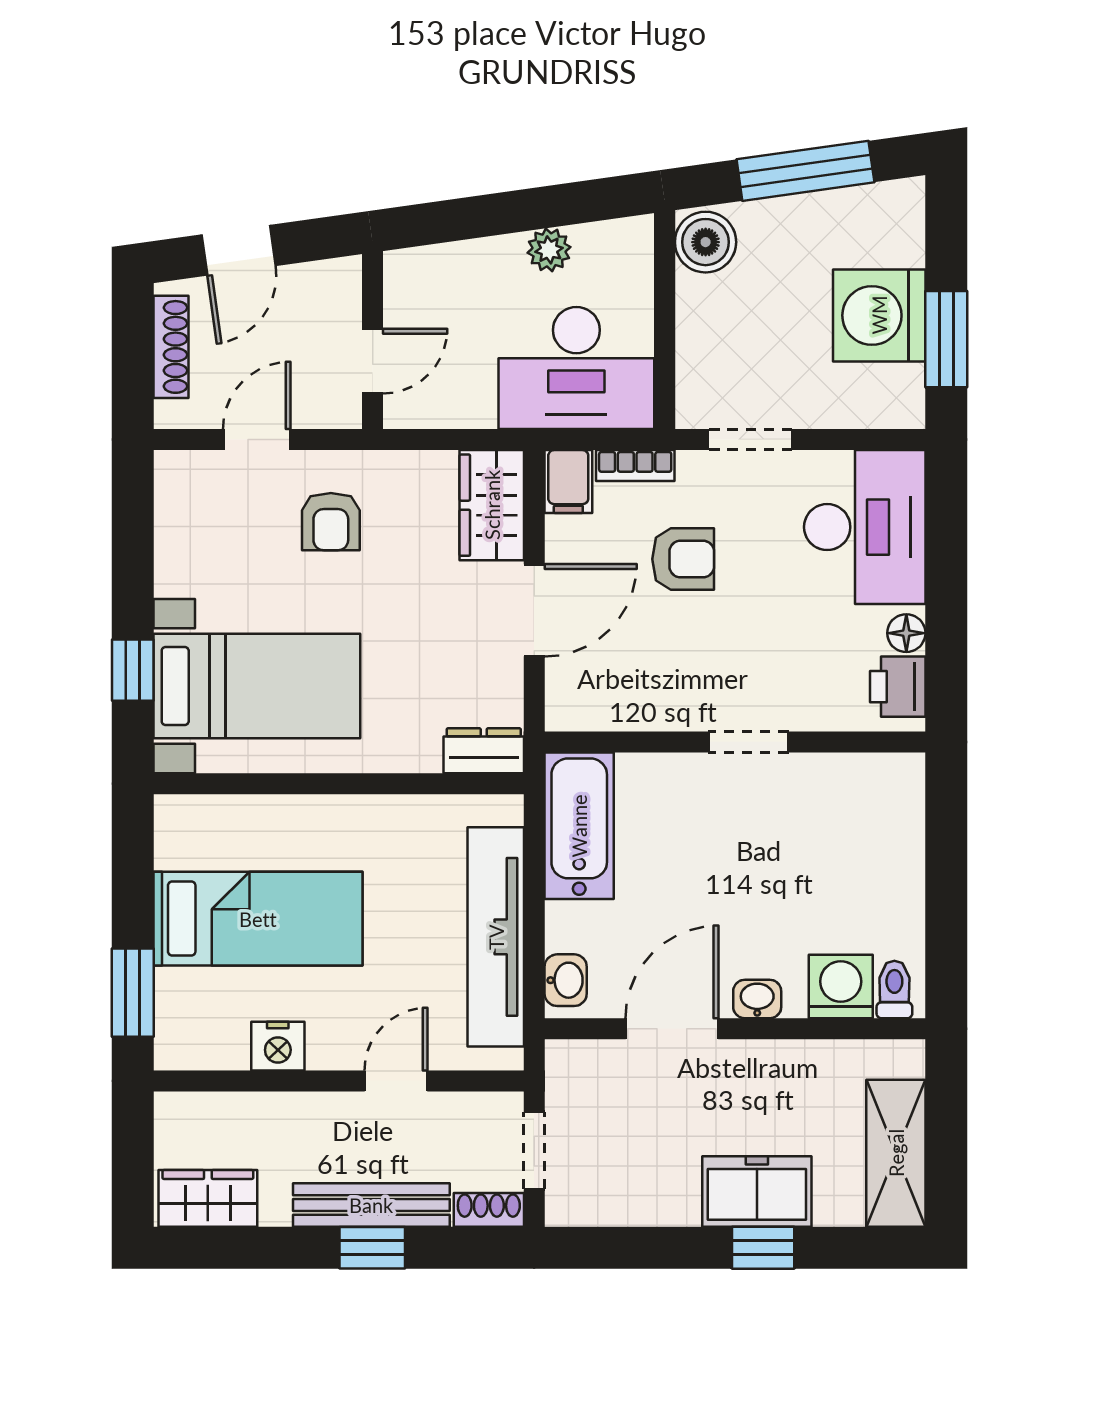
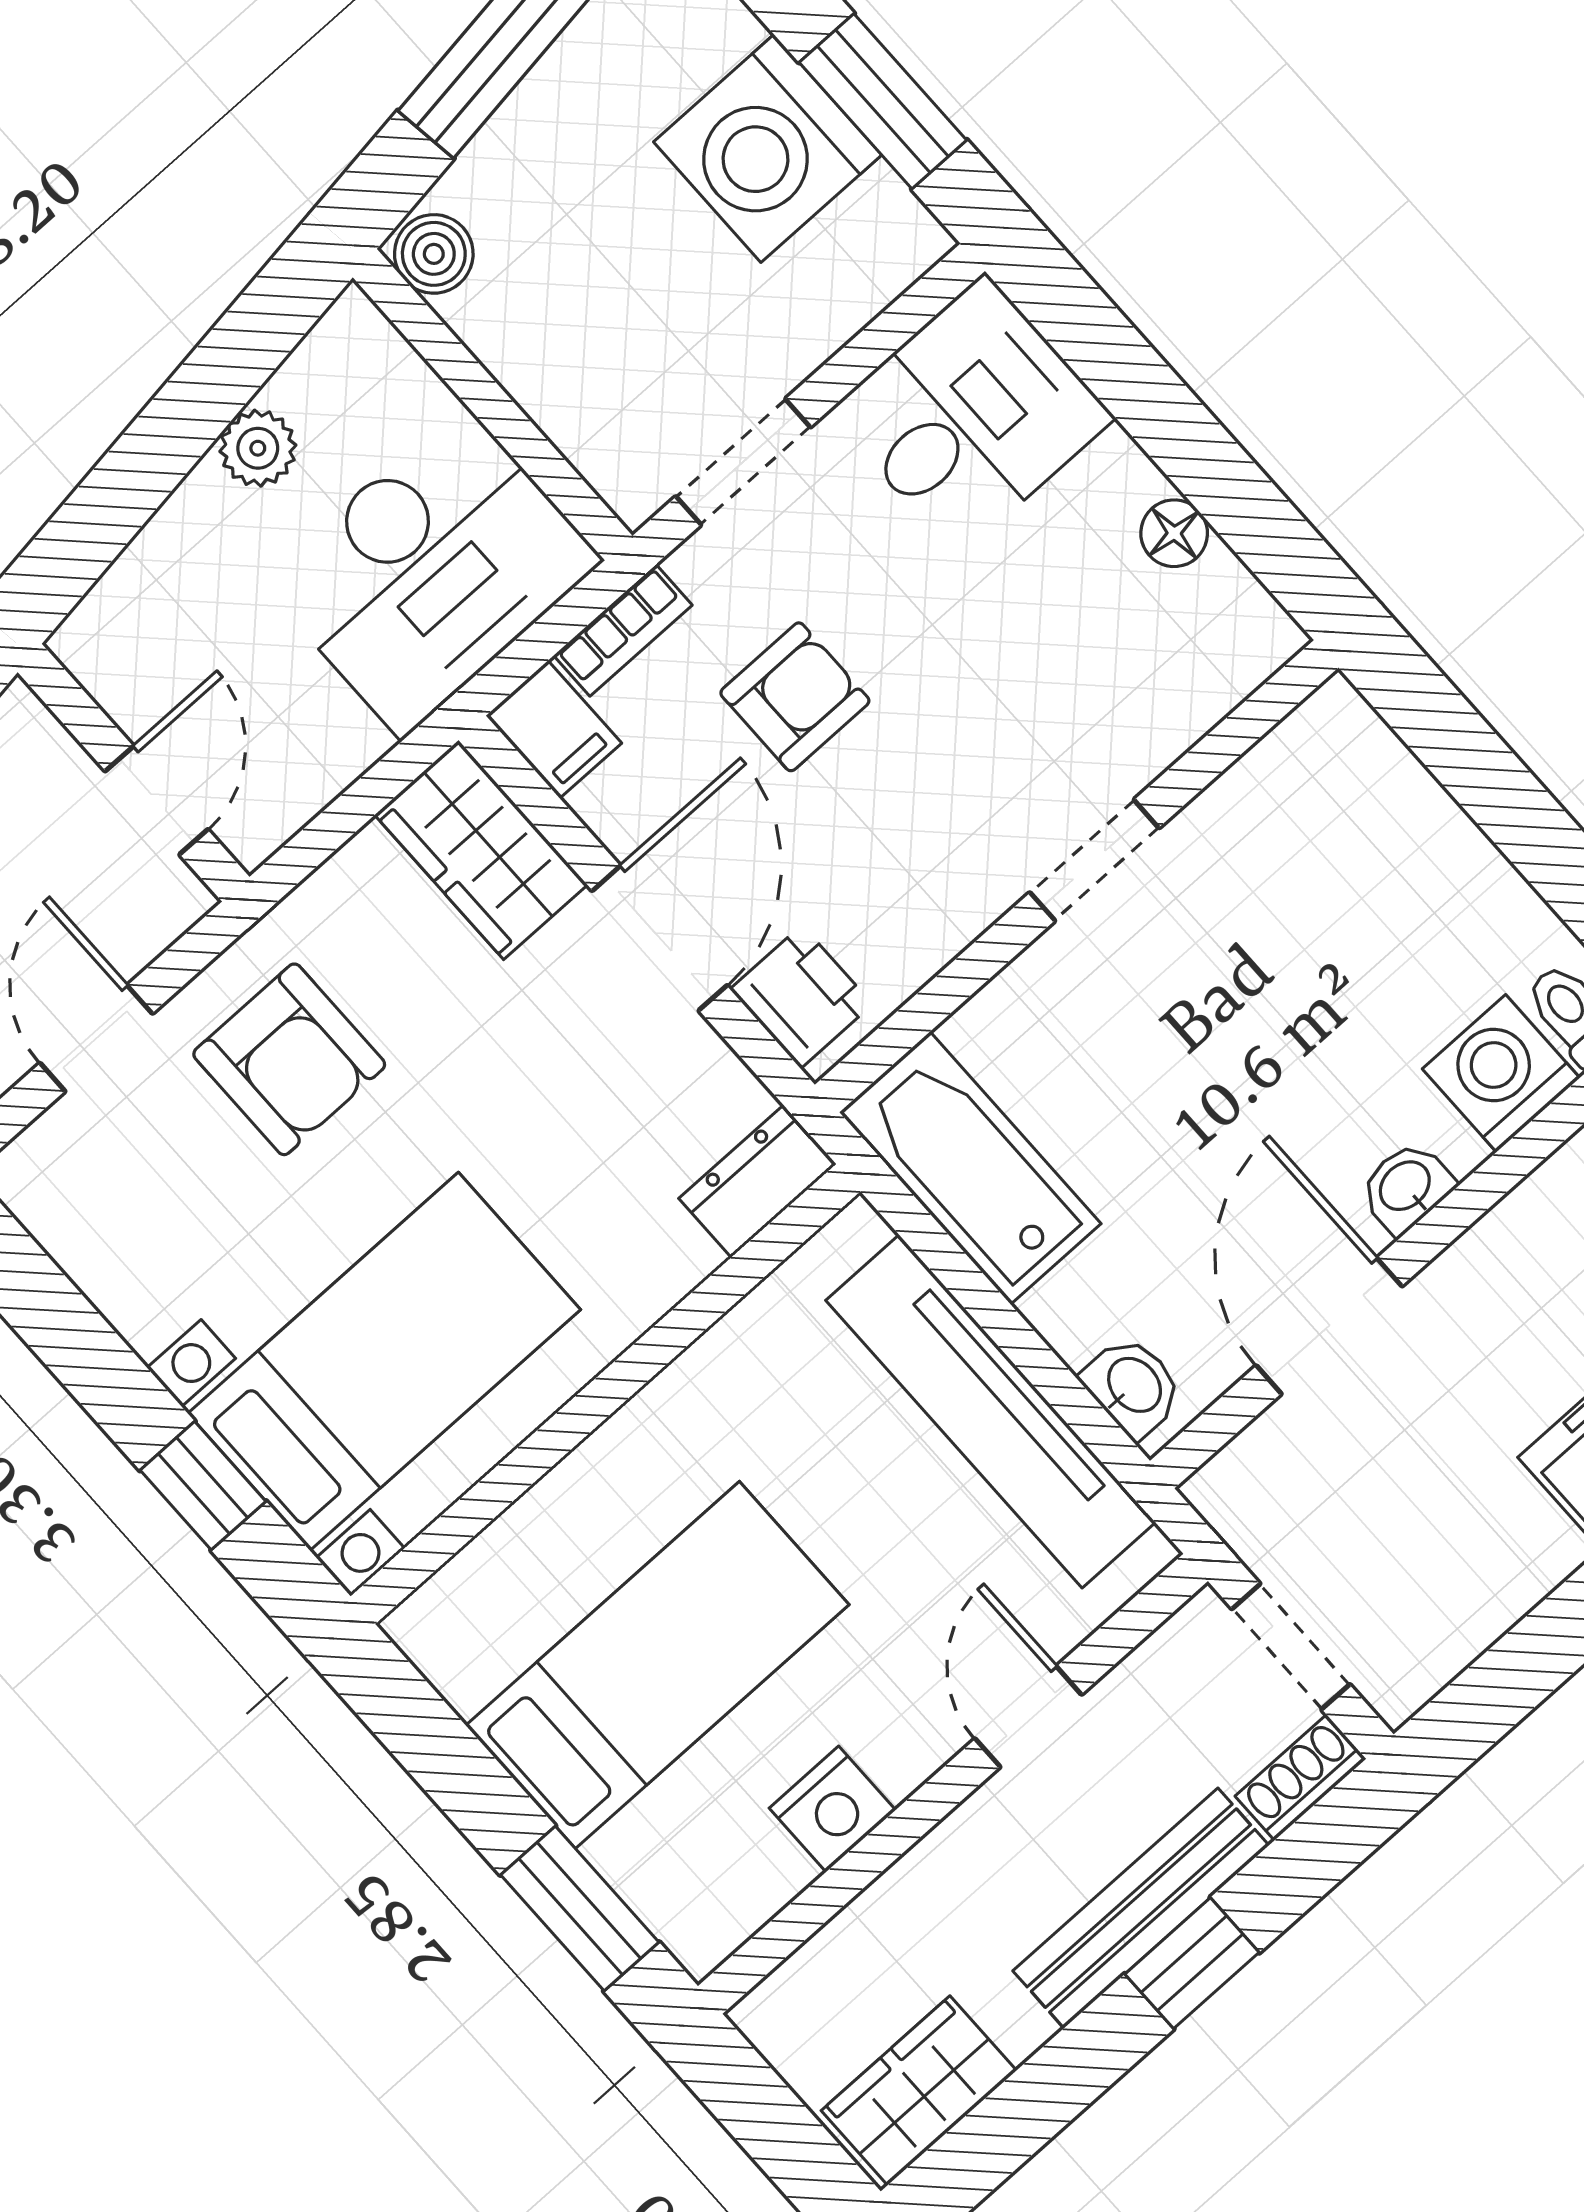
boiler: (706, 242) -> (434, 254), width x0.73, depth x0.73
armchair: (331, 522) -> (289, 1059), width x1.38, depth x1.38
desk: (865, 527) -> (971, 415), width x0.73
printer: (898, 687) -> (801, 997), moved, turned 180

